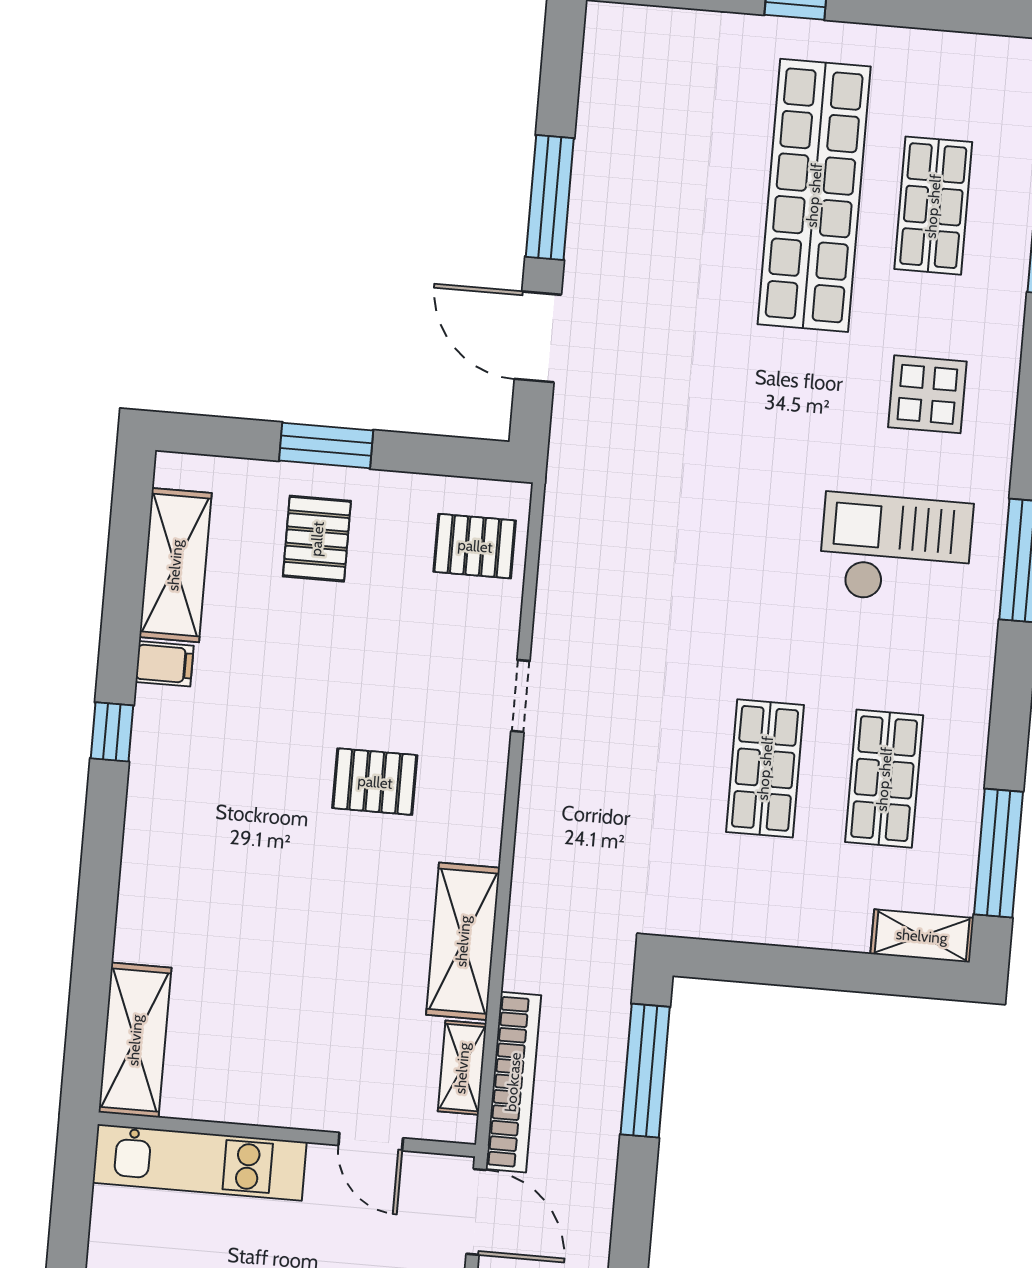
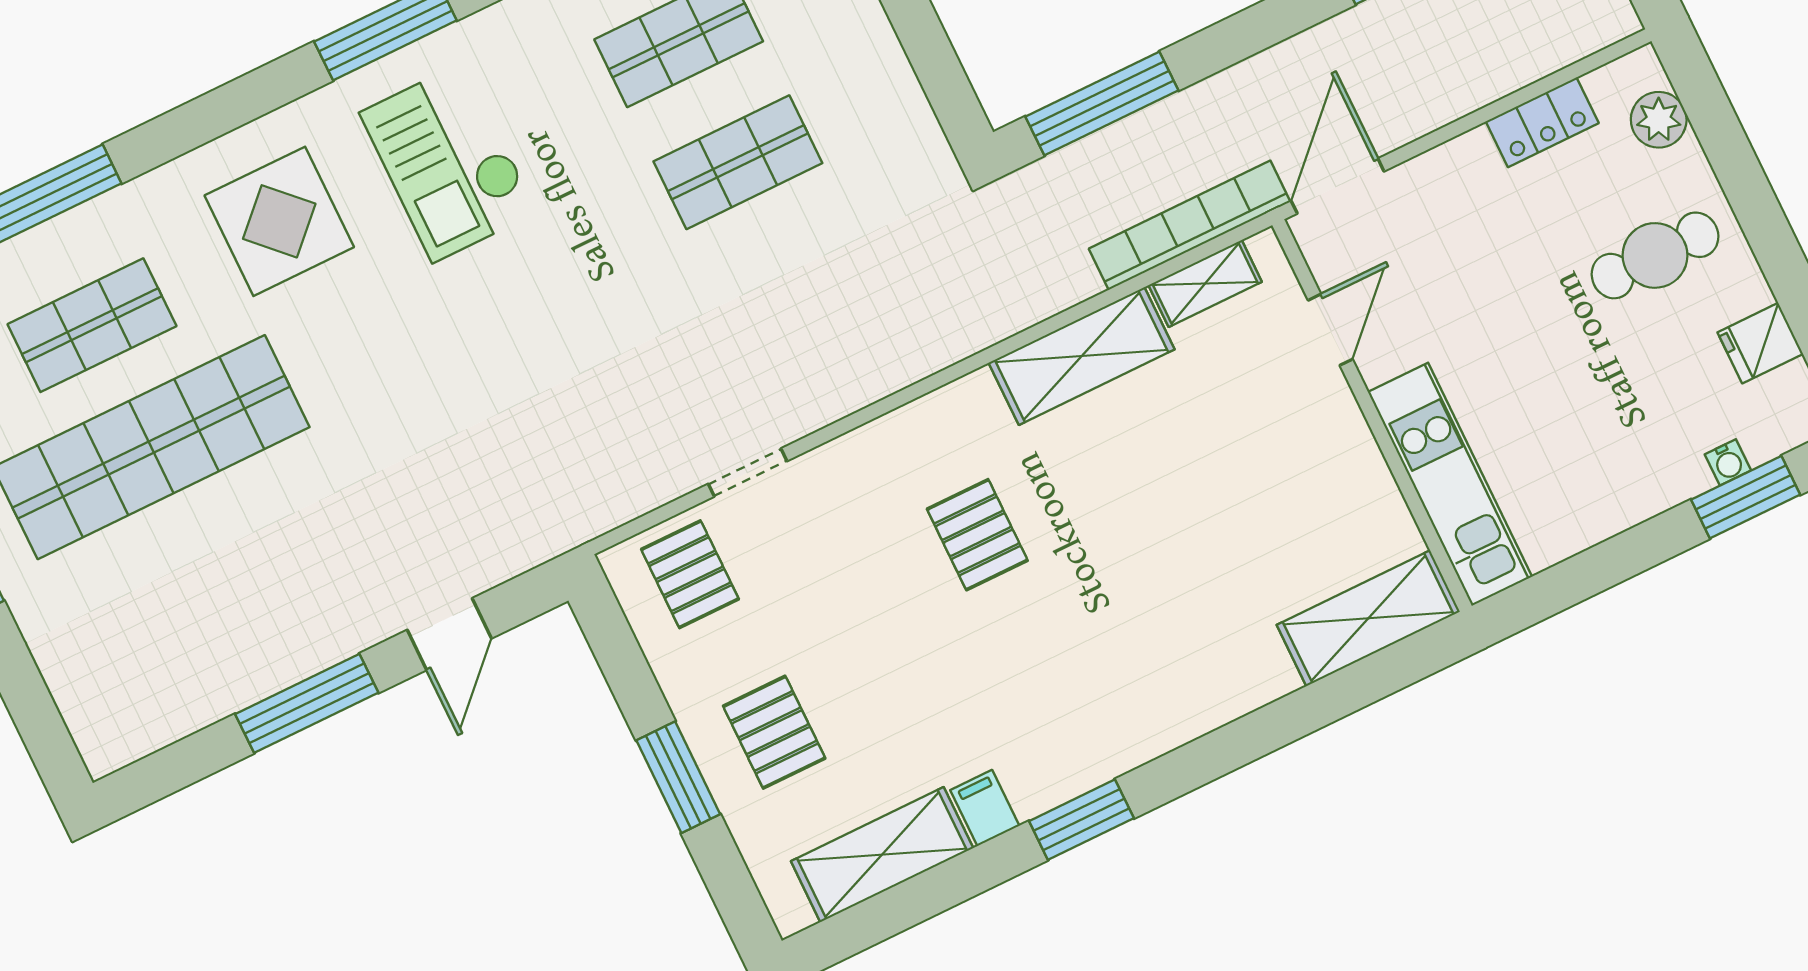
door: (538, 337) -> (449, 634), width x0.73
display table: (927, 394) -> (279, 221), width x1.36, depth x1.36
pallet: (317, 539) -> (774, 732), turned 90
doorway: (520, 696) -> (748, 472), moved
window: (112, 732) -> (1081, 820), width x1.50

